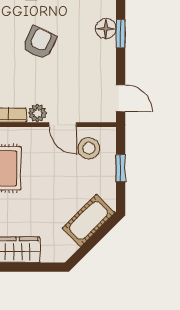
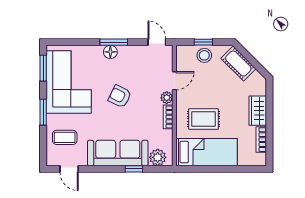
window: (121, 34) -> (114, 42), width x1.50
door: (121, 98) -> (157, 42), hinge flipped
stool: (89, 148) -> (204, 55), moved

